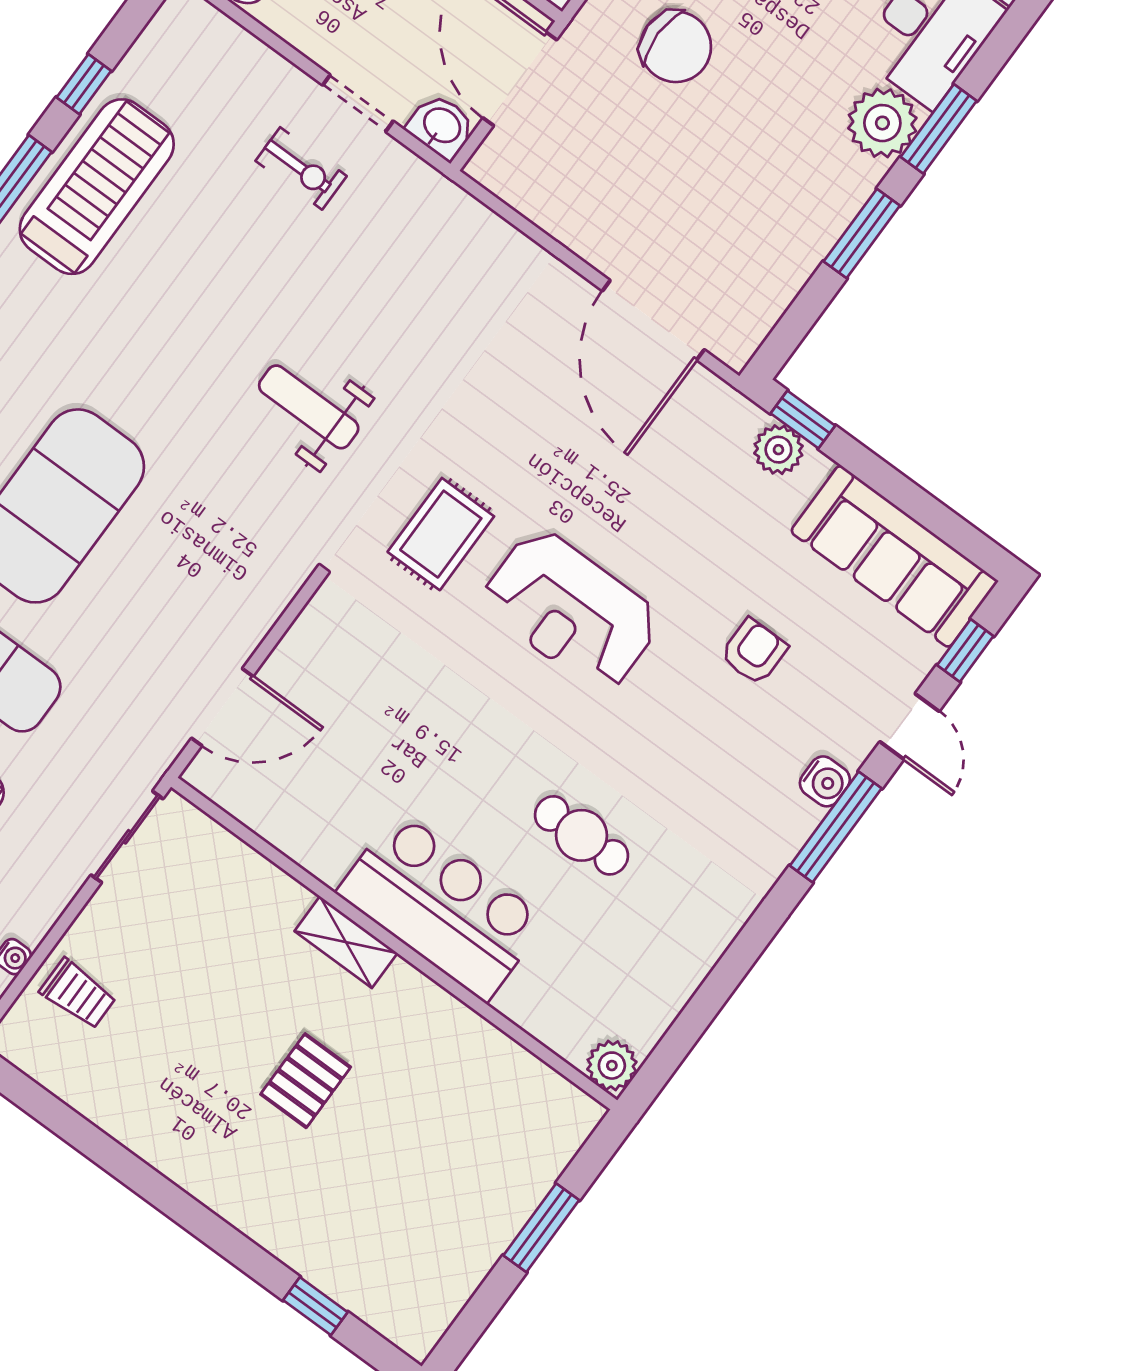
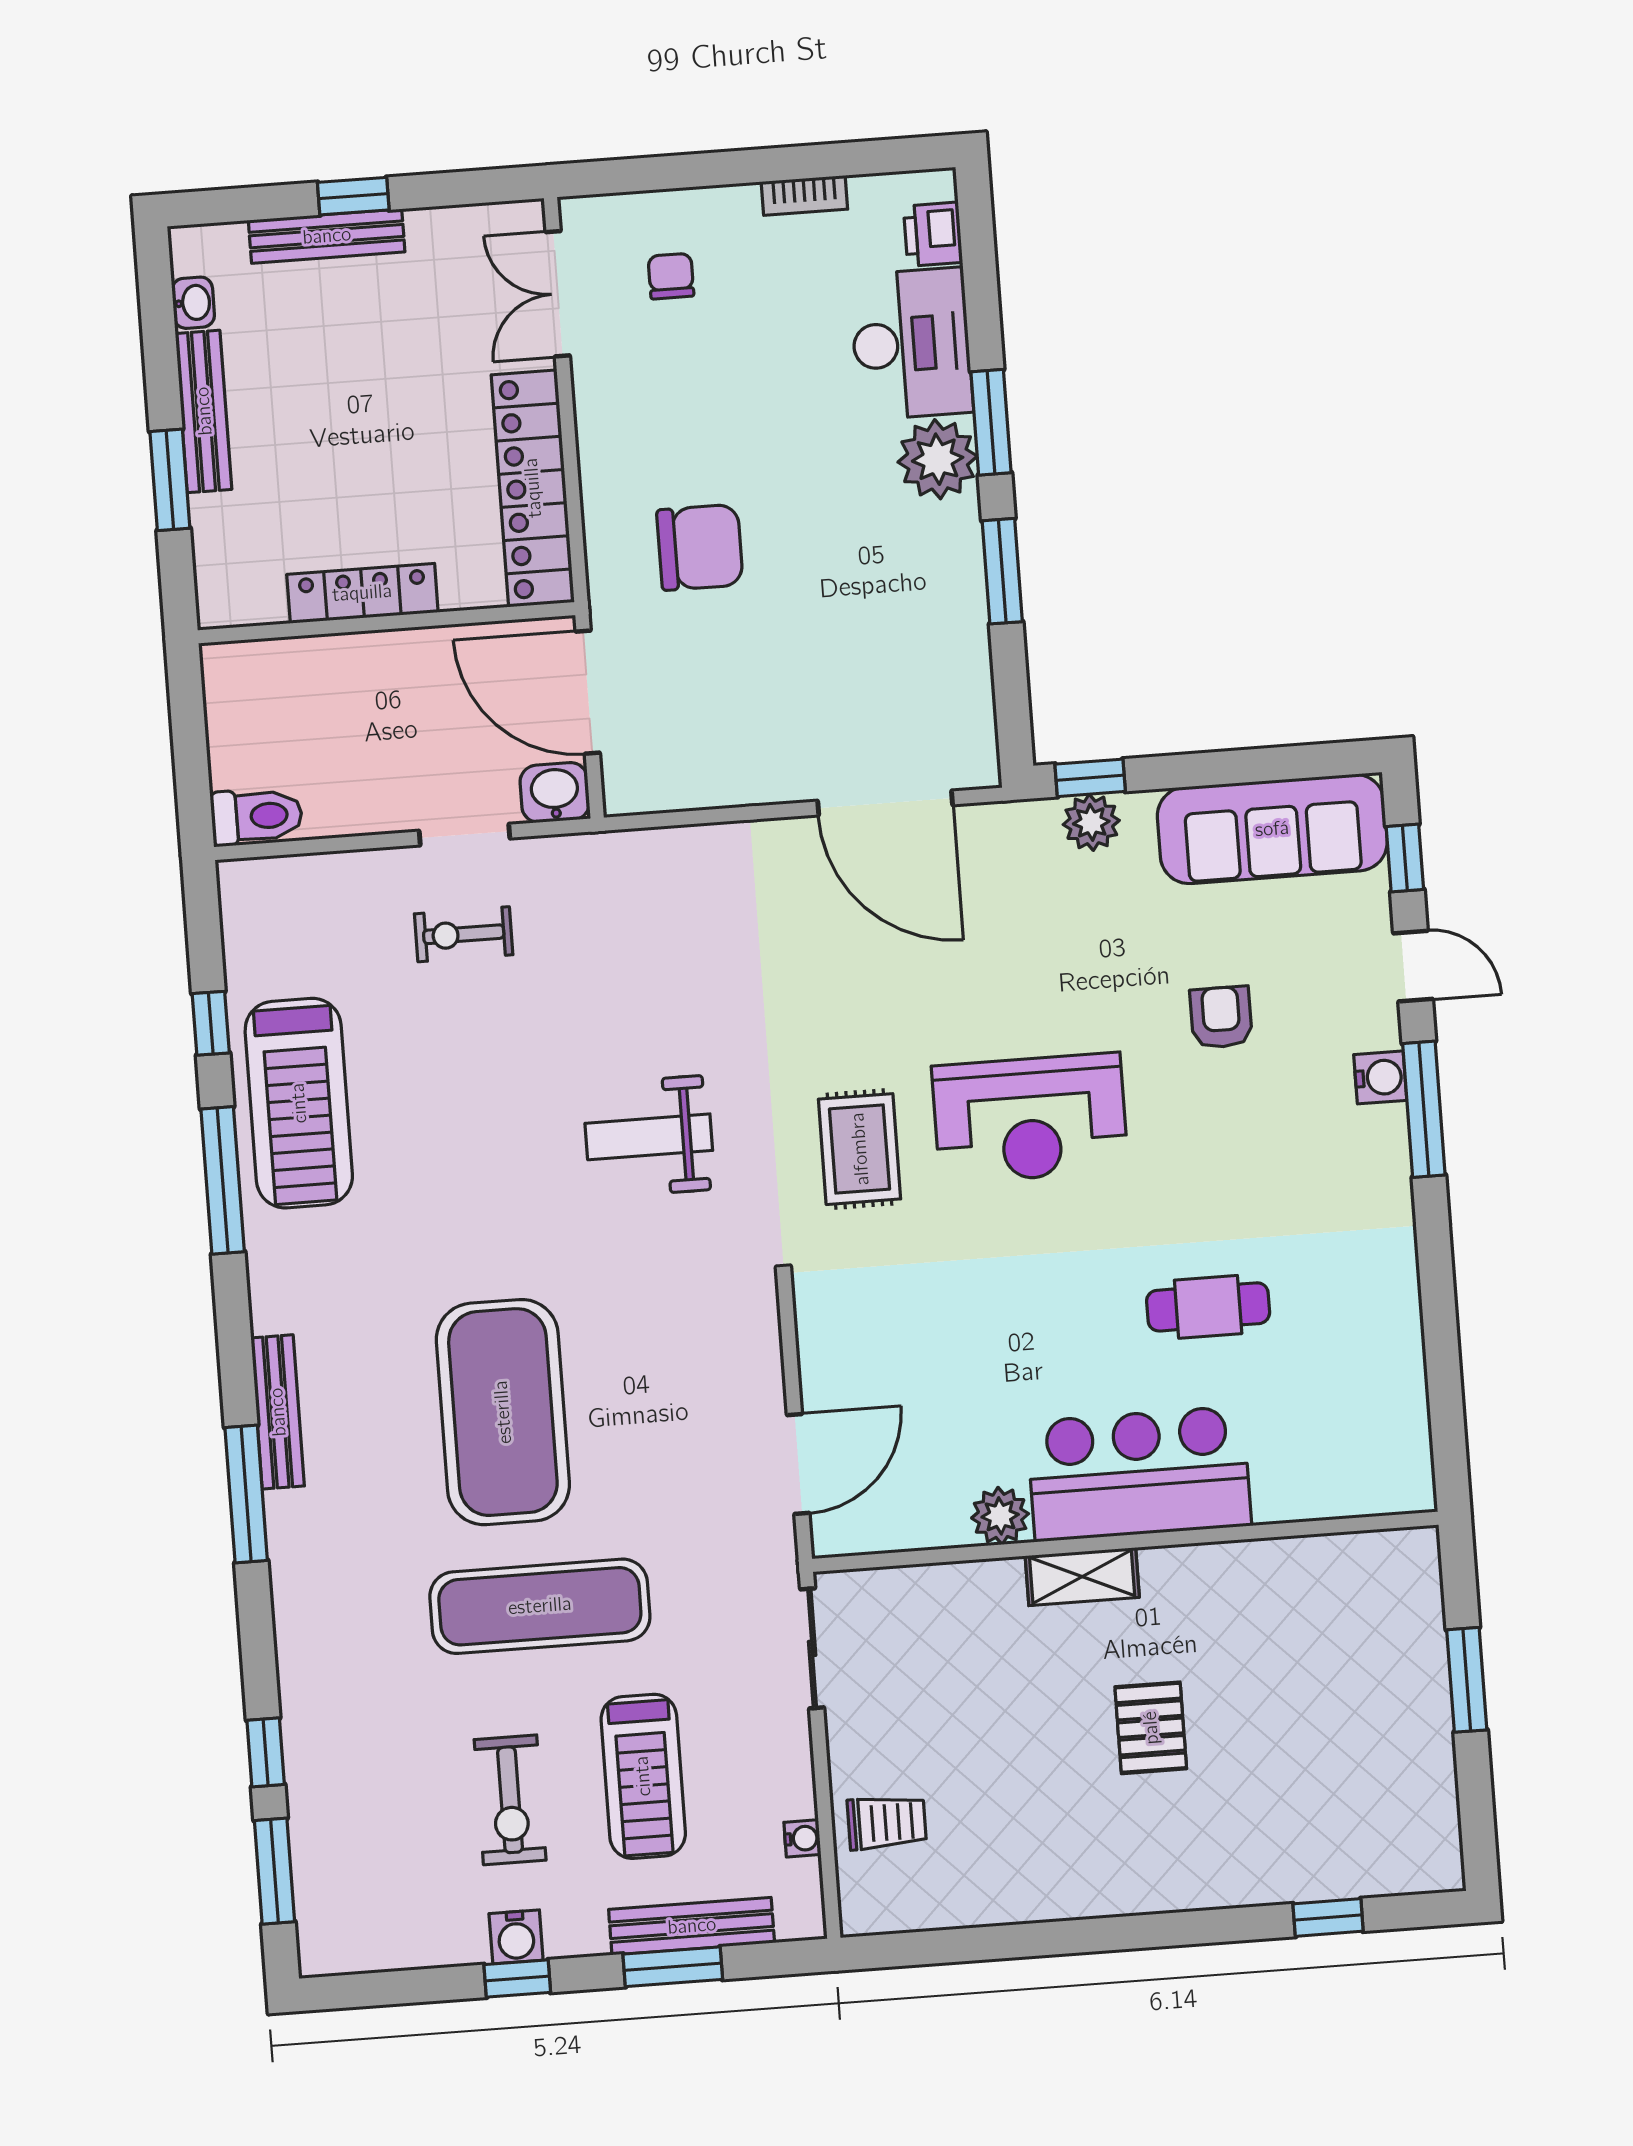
exercise bike: (301, 168) -> (464, 934), turned 180
treadmill: (97, 187) -> (299, 1103), turned 180
plant: (612, 1066) -> (1000, 1516), moved

